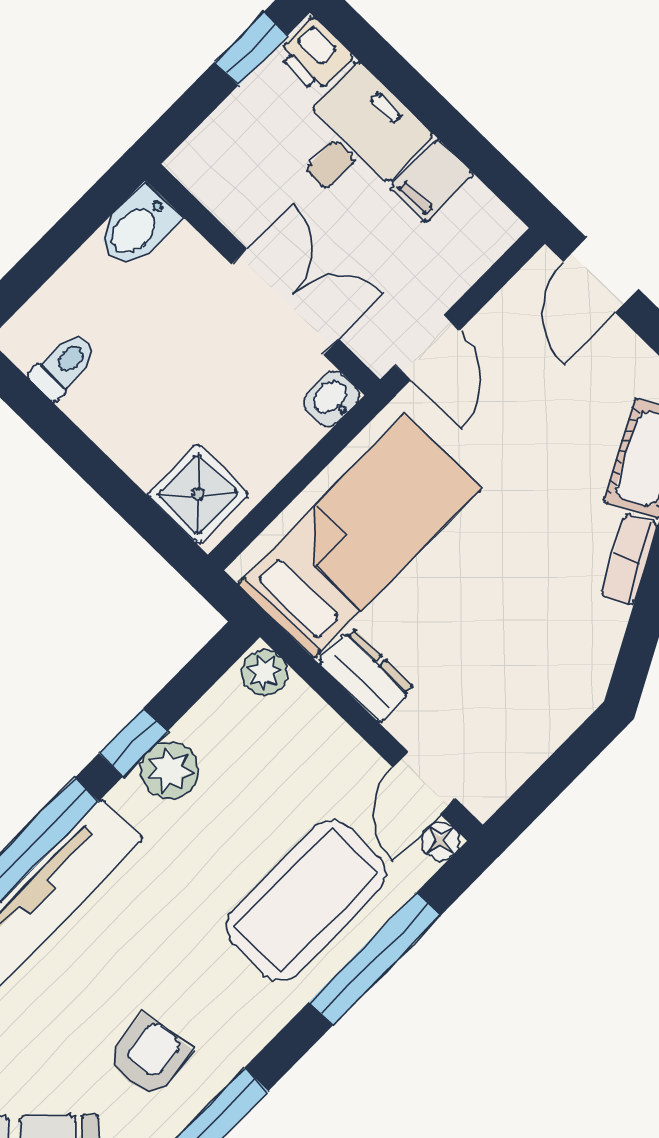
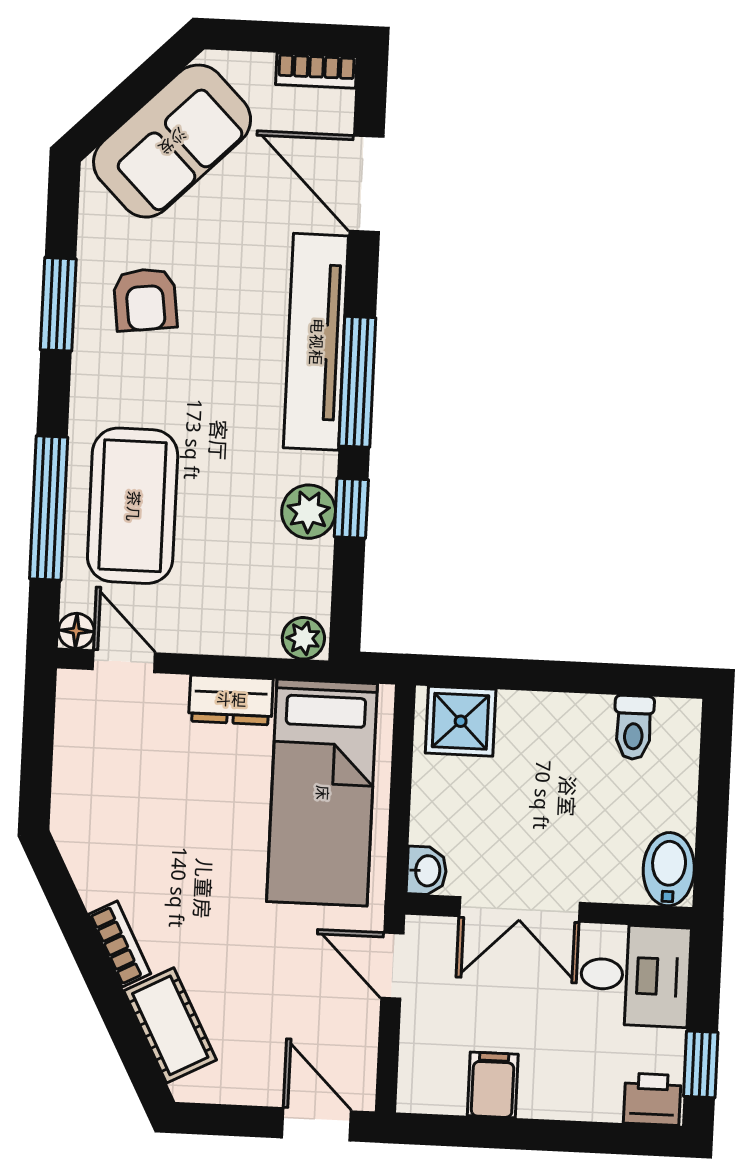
desk: (356, 139) -> (635, 975), moved, turned -90

